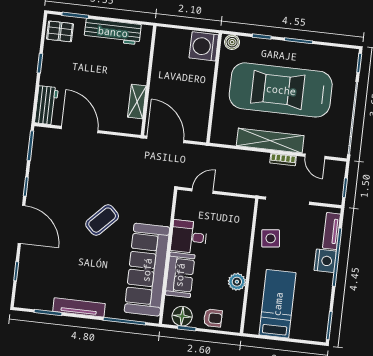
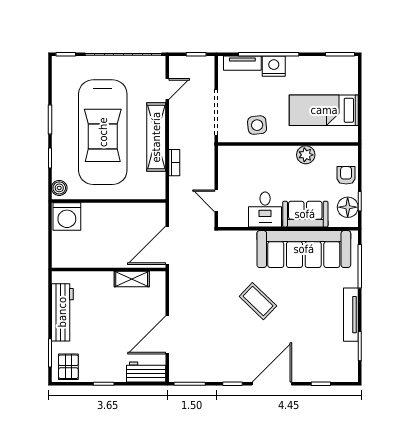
bookcase: (283, 160) -> (174, 163), moved

